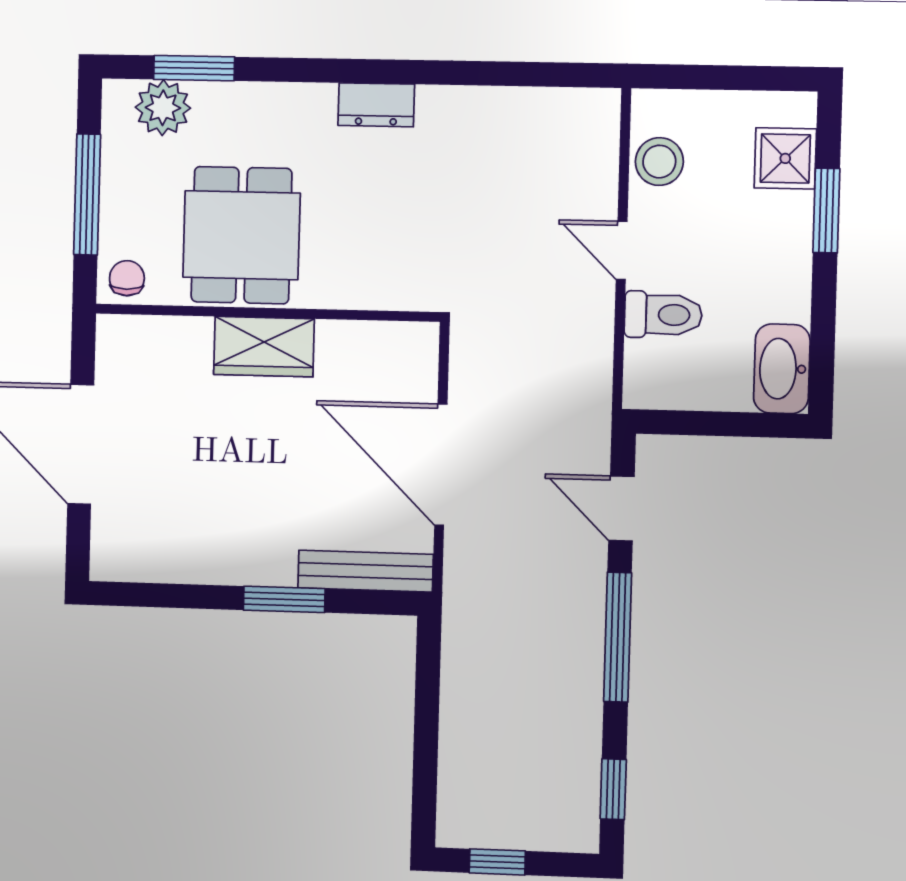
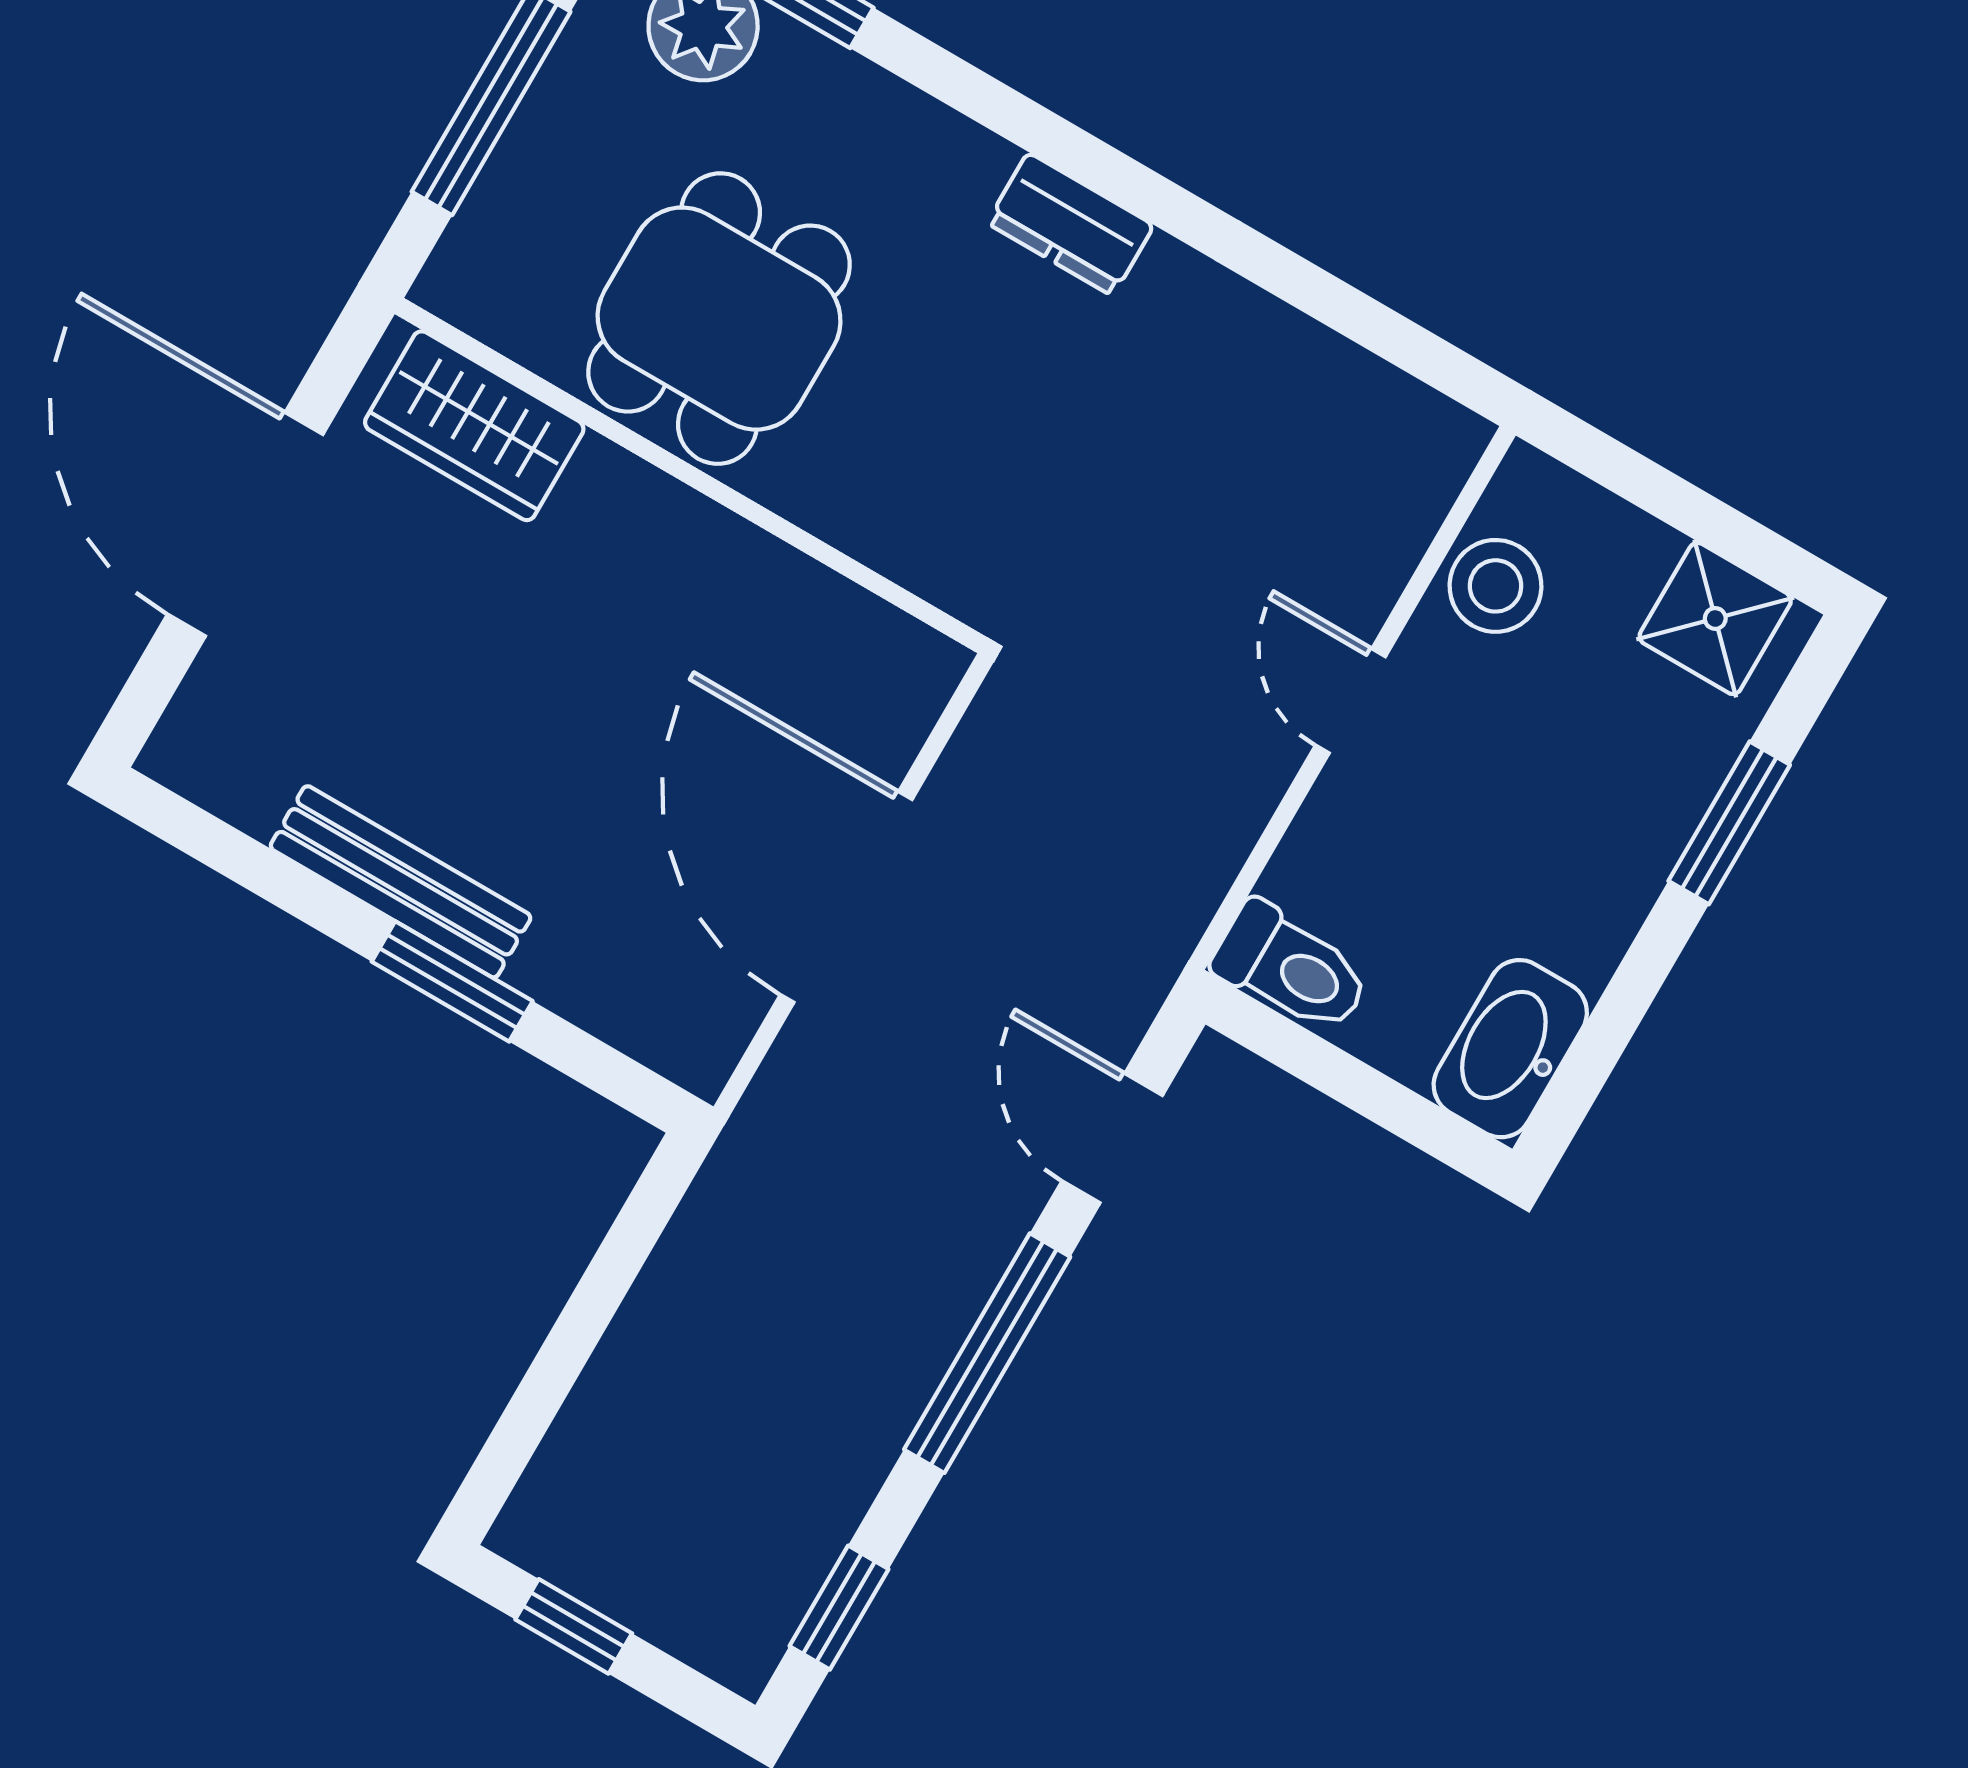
shower: (785, 158) -> (1715, 618), moved
chair: (127, 278) -> (481, 283), removed
toilet: (663, 315) -> (1292, 968), moved
wardrobe: (264, 347) -> (474, 426), moved
bench: (366, 571) -> (401, 882), moved

